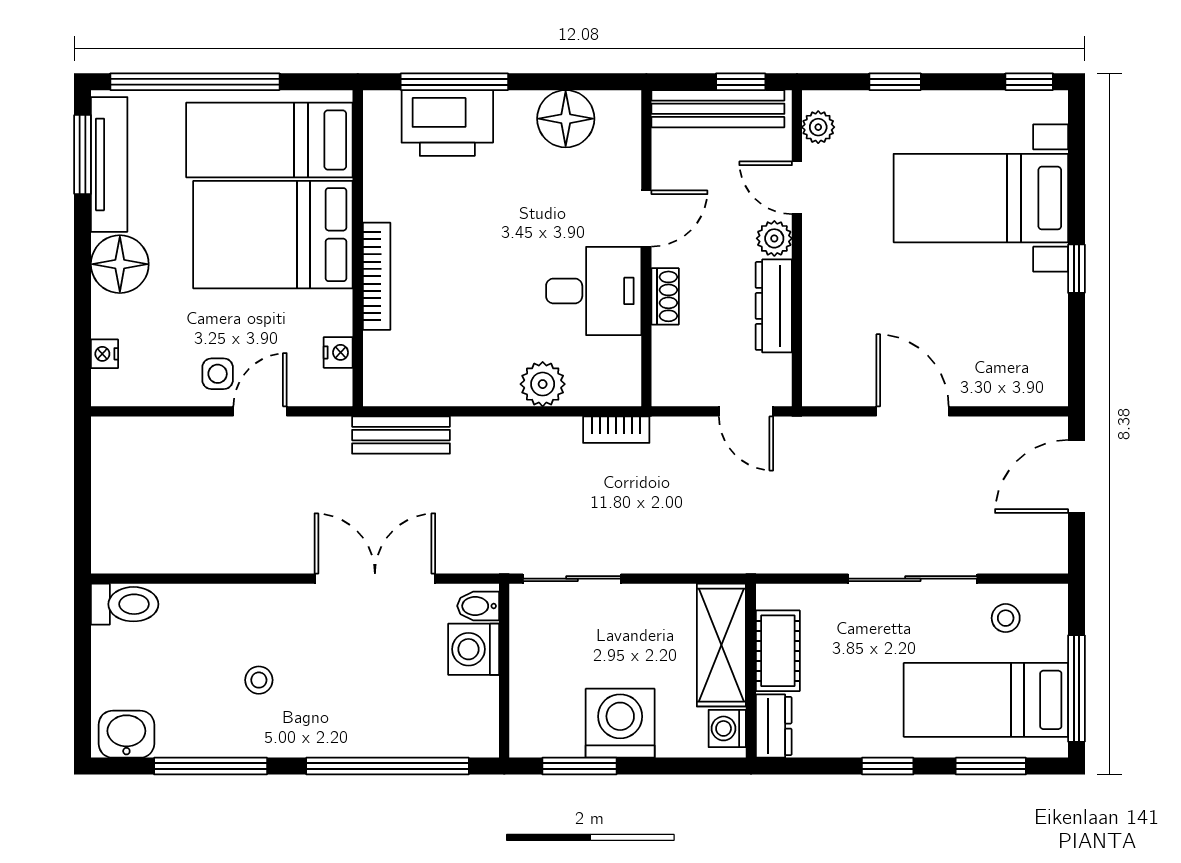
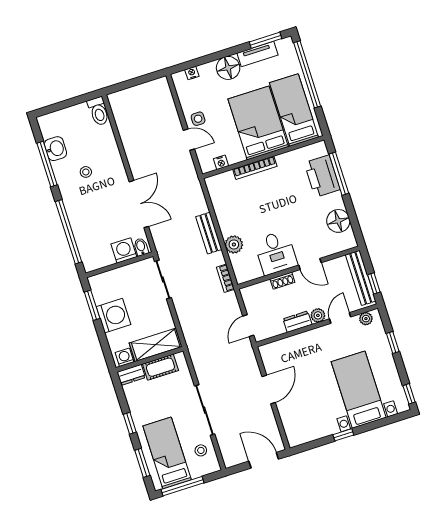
tv unit: (109, 164) -> (257, 54), width x0.71
dresser: (774, 306) -> (297, 322), width x0.70
bench: (401, 435) -> (209, 233), moved
washbasin: (126, 734) -> (56, 149), moved

